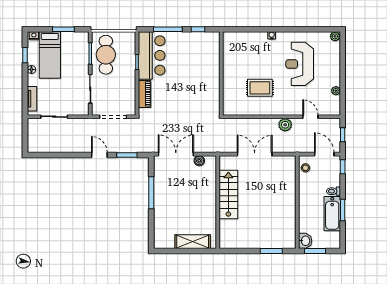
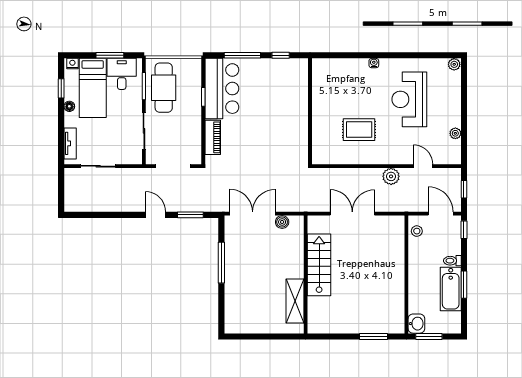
desk: (73, 44) -> (122, 74), added
shelving: (193, 242) -> (295, 301), moved, turned 90

